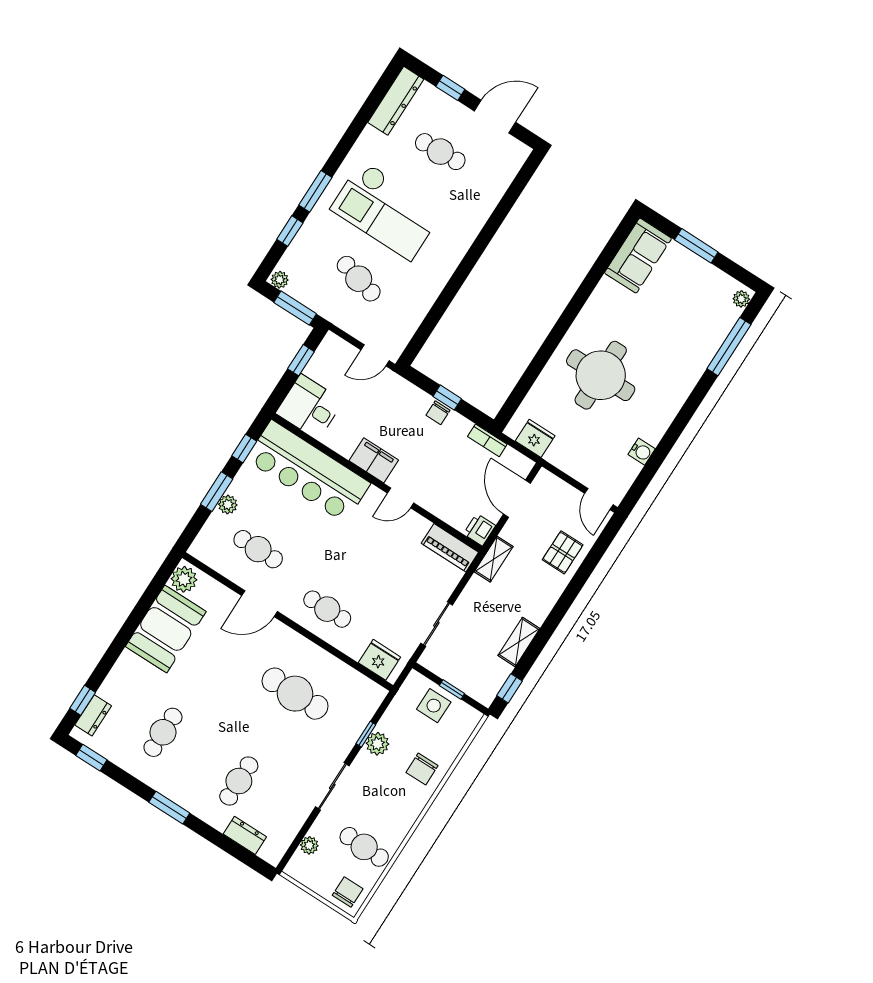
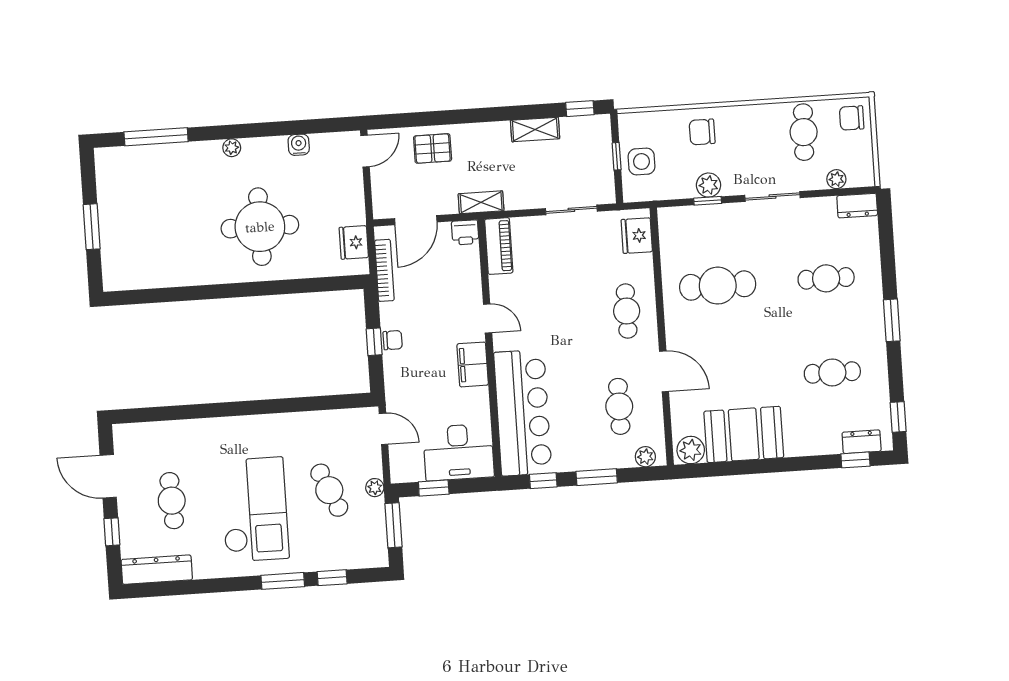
sofa: (638, 256) -> (136, 270), removed
cafe table: (359, 279) -> (329, 490), turned -39
plant: (280, 280) -> (375, 488), moved
plant: (741, 299) -> (232, 148), moved
desk: (310, 407) -> (458, 452), width x1.37
bookcase: (487, 440) -> (384, 270), width x1.56
plant: (228, 505) -> (645, 457), moved
cafe table: (295, 694) -> (718, 286), turned 90
chair: (422, 769) -> (702, 132), turned 180
dresser: (245, 835) -> (857, 206), moved, turned -90

